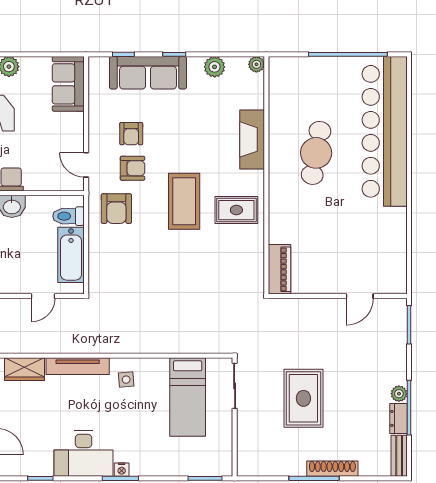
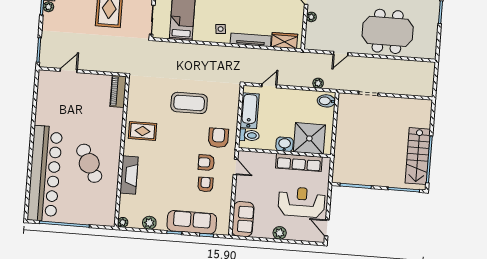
cafe table: (316, 153) -> (89, 163), turned -38
coffee table: (184, 201) -> (189, 103), moved, turned 90

